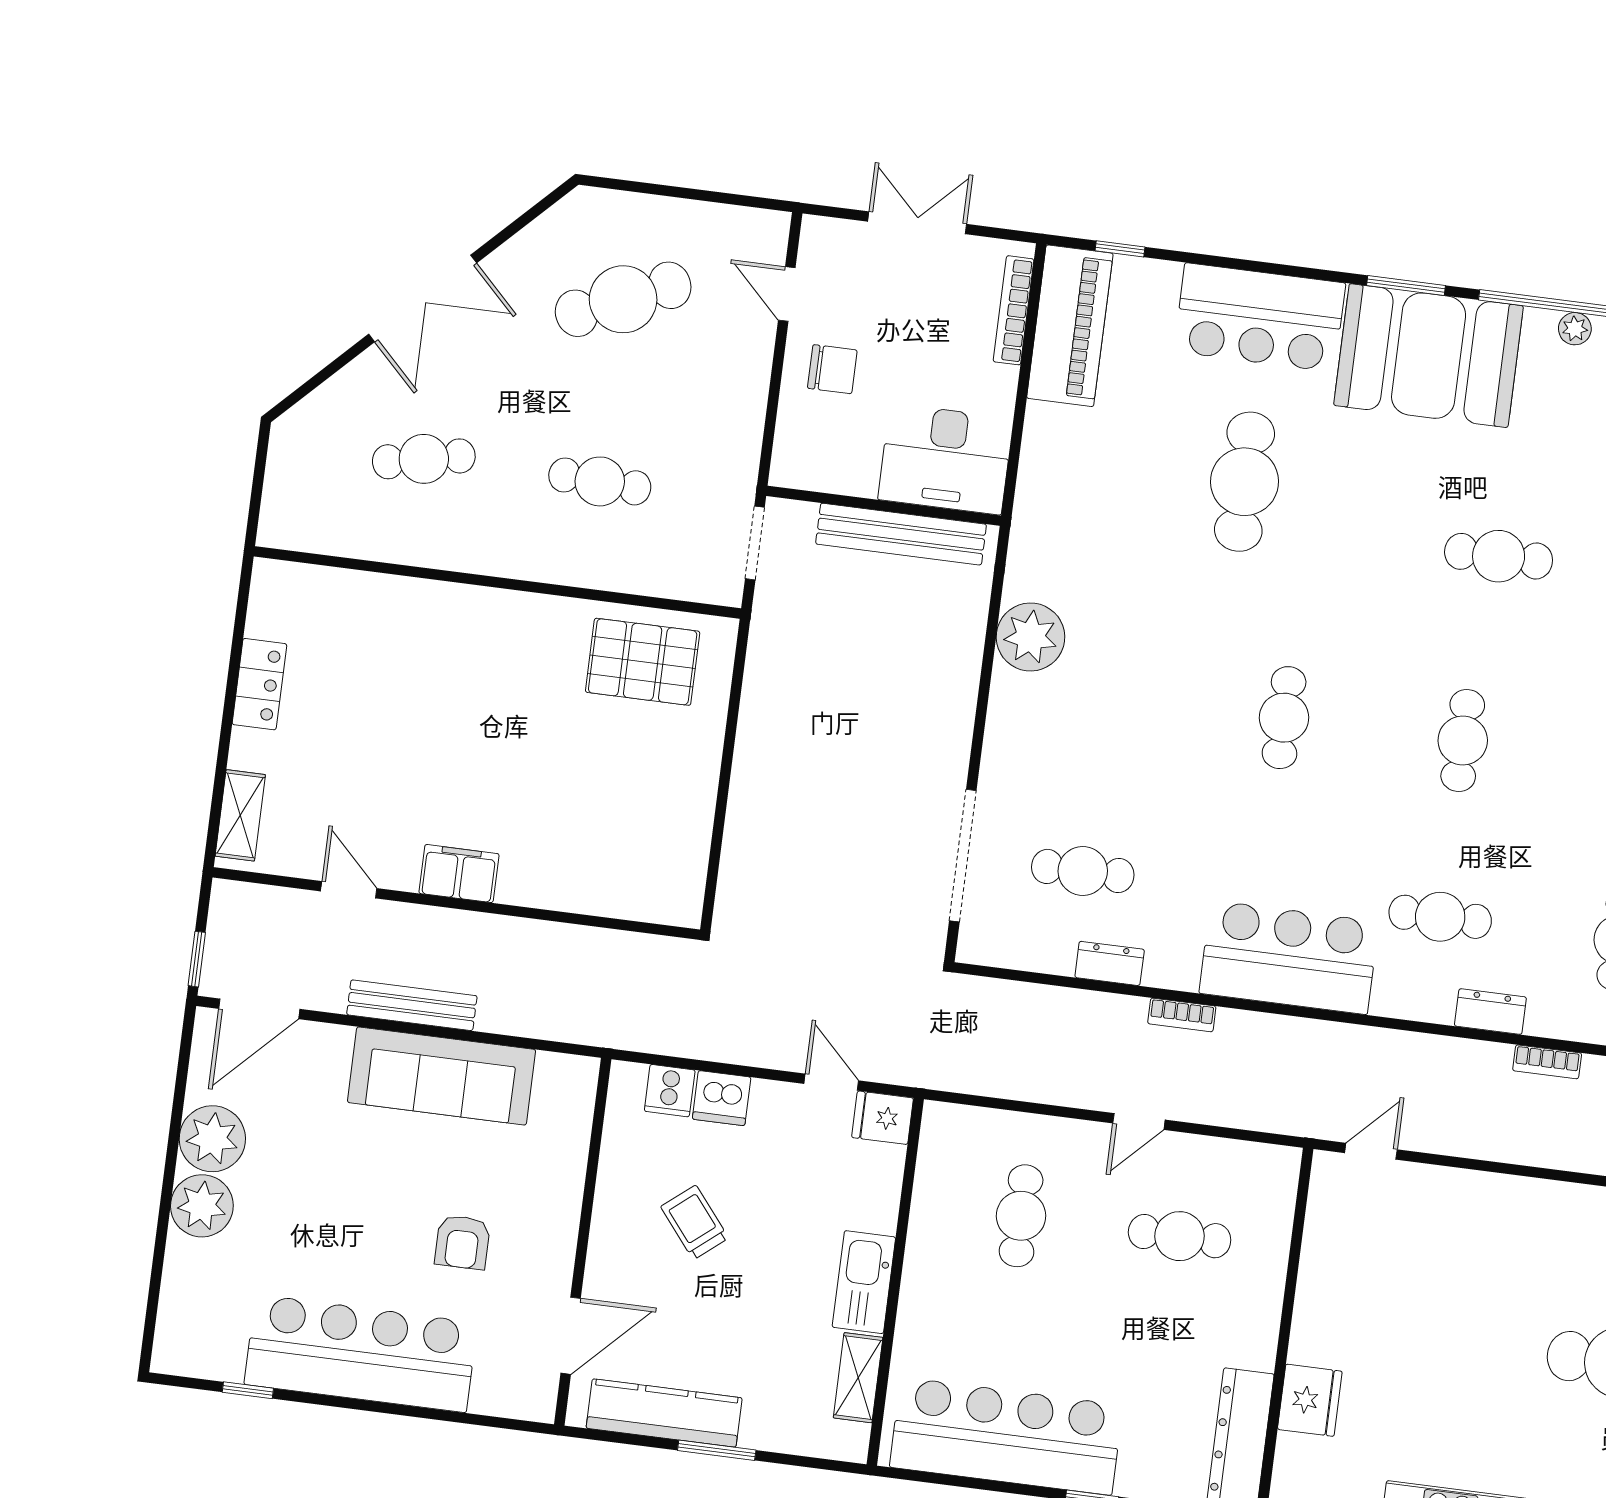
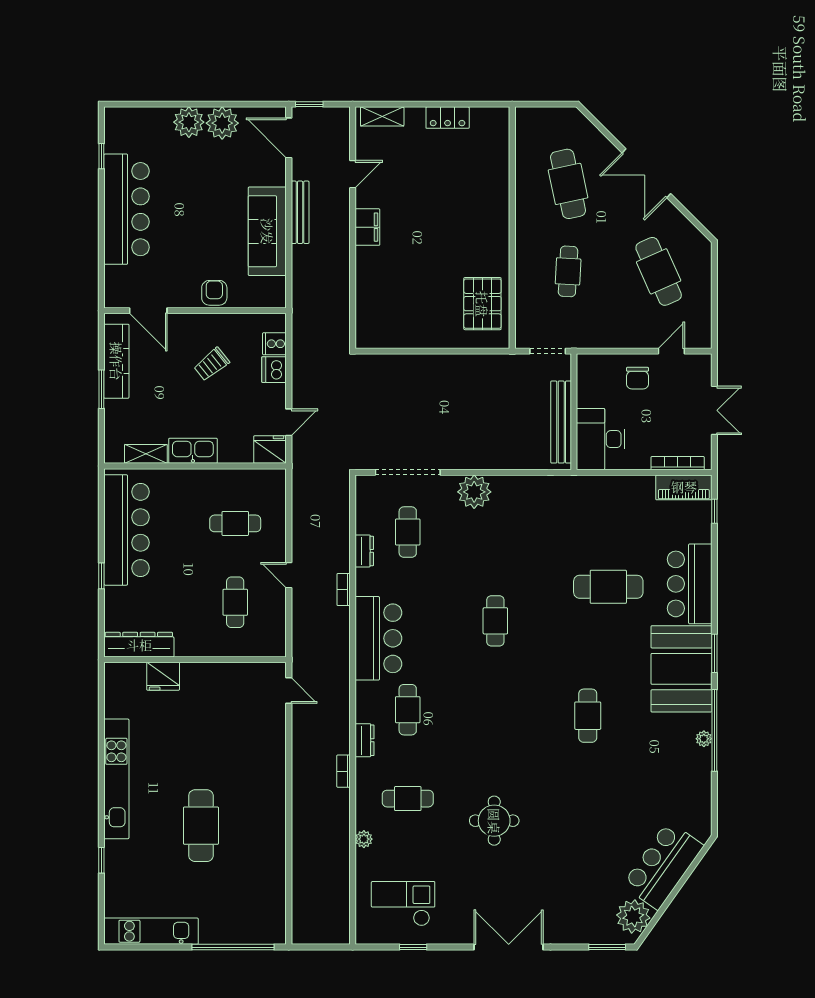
piano: (1070, 326) -> (684, 487), width x0.73, depth x0.75
cafe table: (424, 459) -> (568, 184), width x1.37, depth x1.35
plant: (1030, 637) -> (474, 492), moved
cafe table: (1284, 718) -> (495, 621), turned 90
cafe table: (1463, 741) -> (495, 710), removed
fridge: (882, 1118) -> (270, 450), width x1.38
trolley: (695, 1222) -> (212, 364), turned 180
armchair: (462, 1242) -> (214, 293), moved, turned 90

